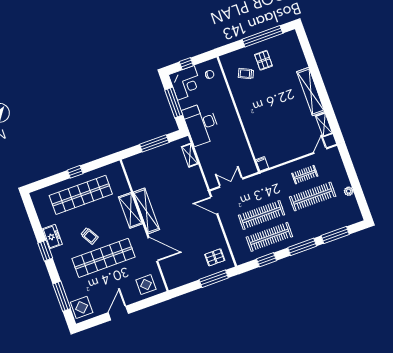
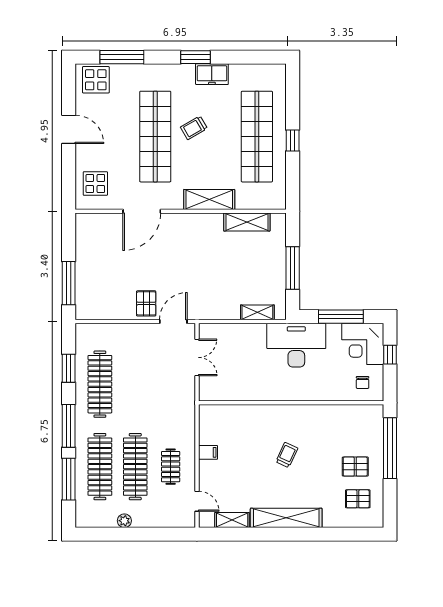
window: (262, 36) -> (390, 448), moved
pallet: (283, 51) -> (358, 499), added
trolley: (246, 74) -> (287, 455), moved
filing cabinet: (262, 164) -> (208, 452), moved
shelving: (146, 211) -> (247, 222), moved, width x0.68
clothes rail: (262, 215) -> (100, 467), moved
pallet: (215, 257) -> (146, 303), moved

